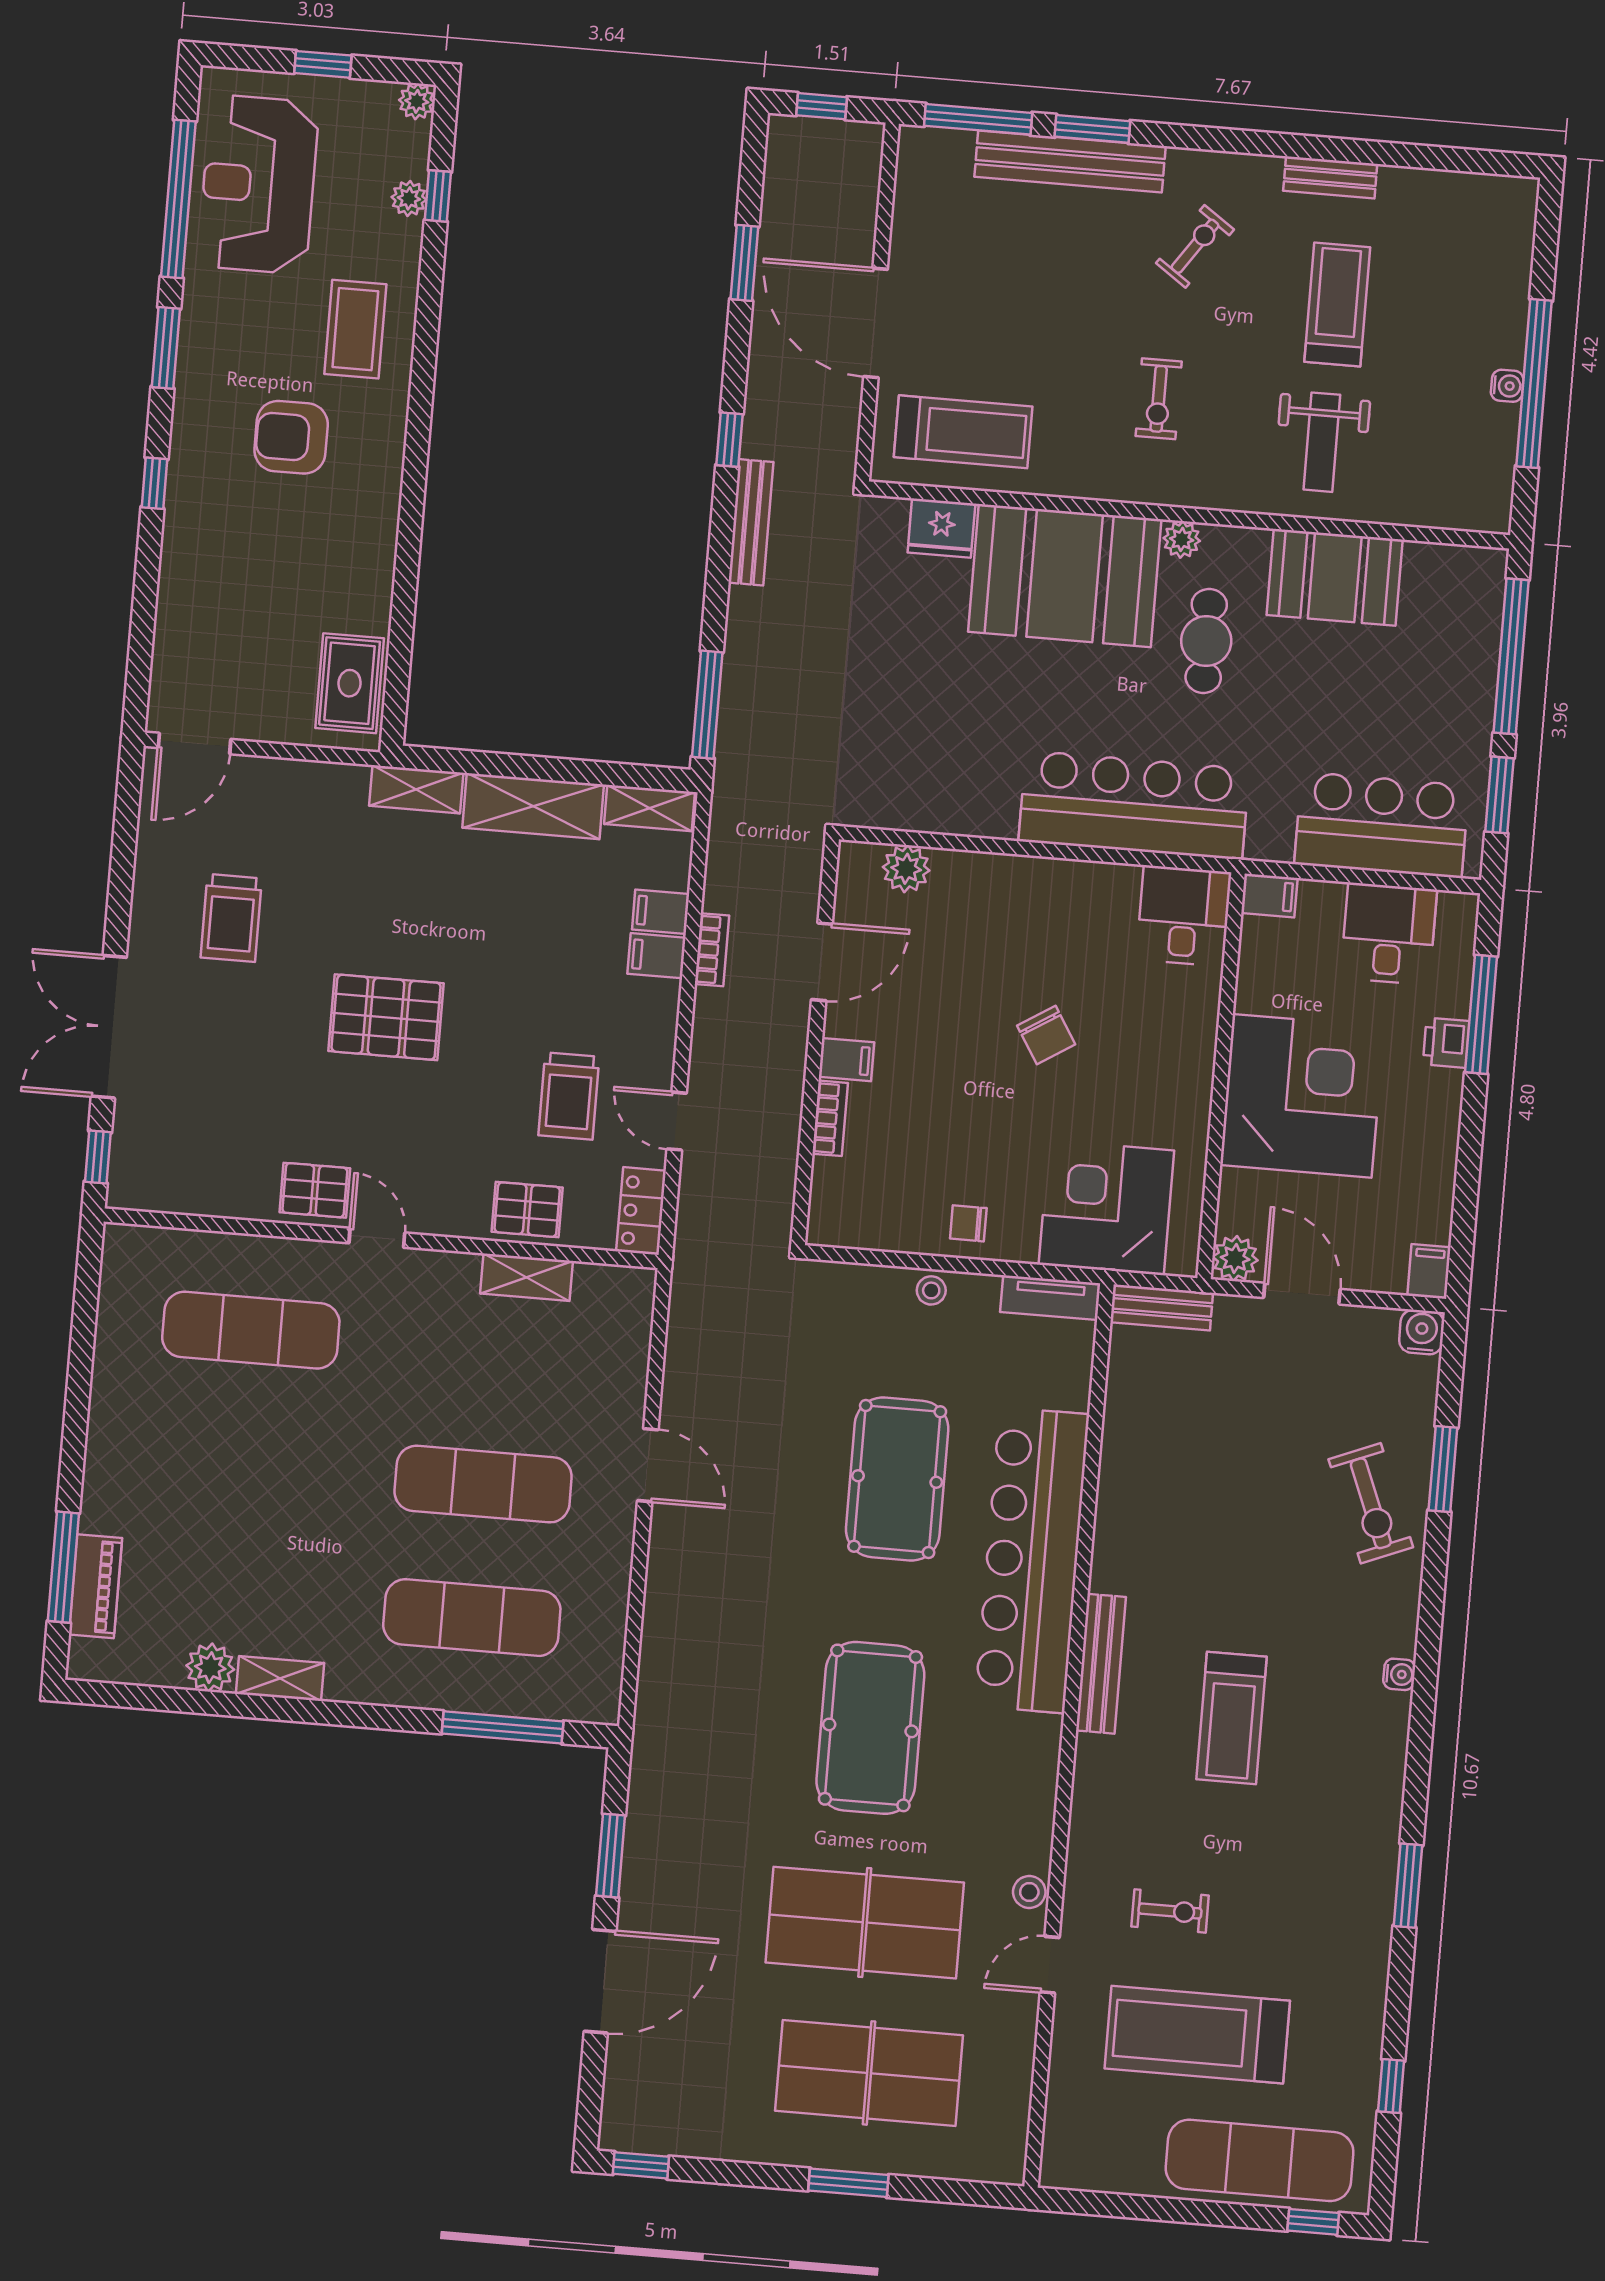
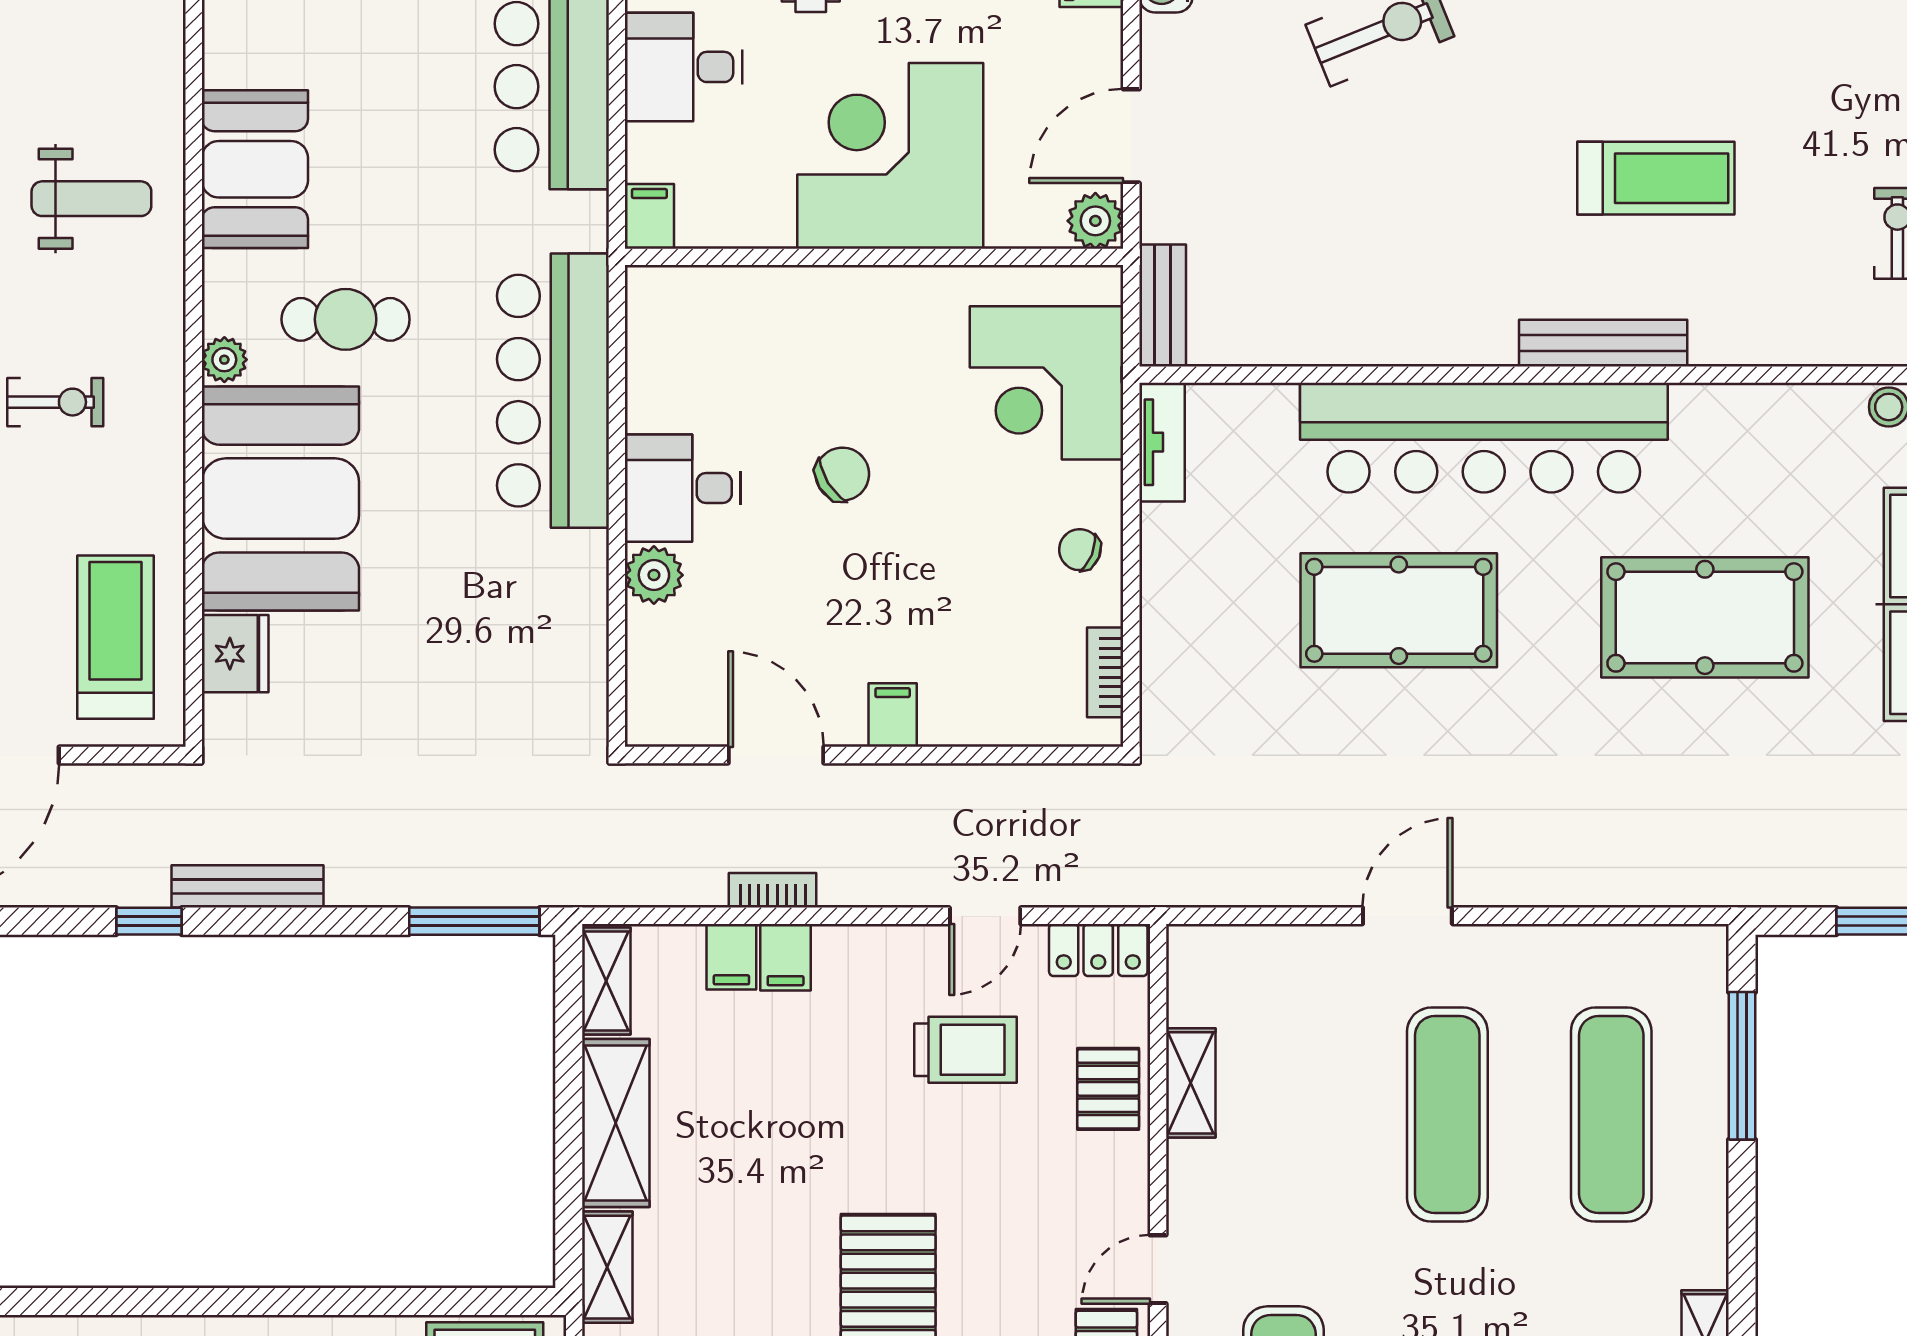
plant: (906, 869) -> (654, 575), moved
desk: (1184, 916) -> (683, 488), moved
bookcase: (830, 1118) -> (1105, 672), moved, turned -90
chair: (968, 1223) -> (1080, 550), turned 112
stool: (931, 1290) -> (1165, 588), removed

